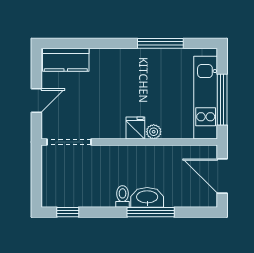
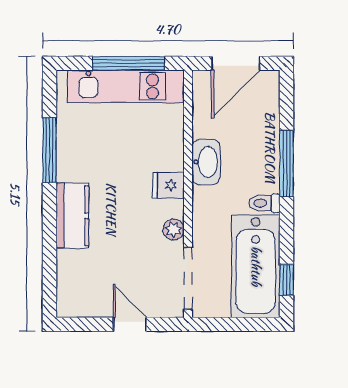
kitchen counter: (66, 60) -> (72, 216), moved
plant: (154, 132) -> (174, 230), moved
bathtub: (78, 190) -> (256, 266), added
washbasin: (147, 197) -> (206, 162), moved, turned 180

